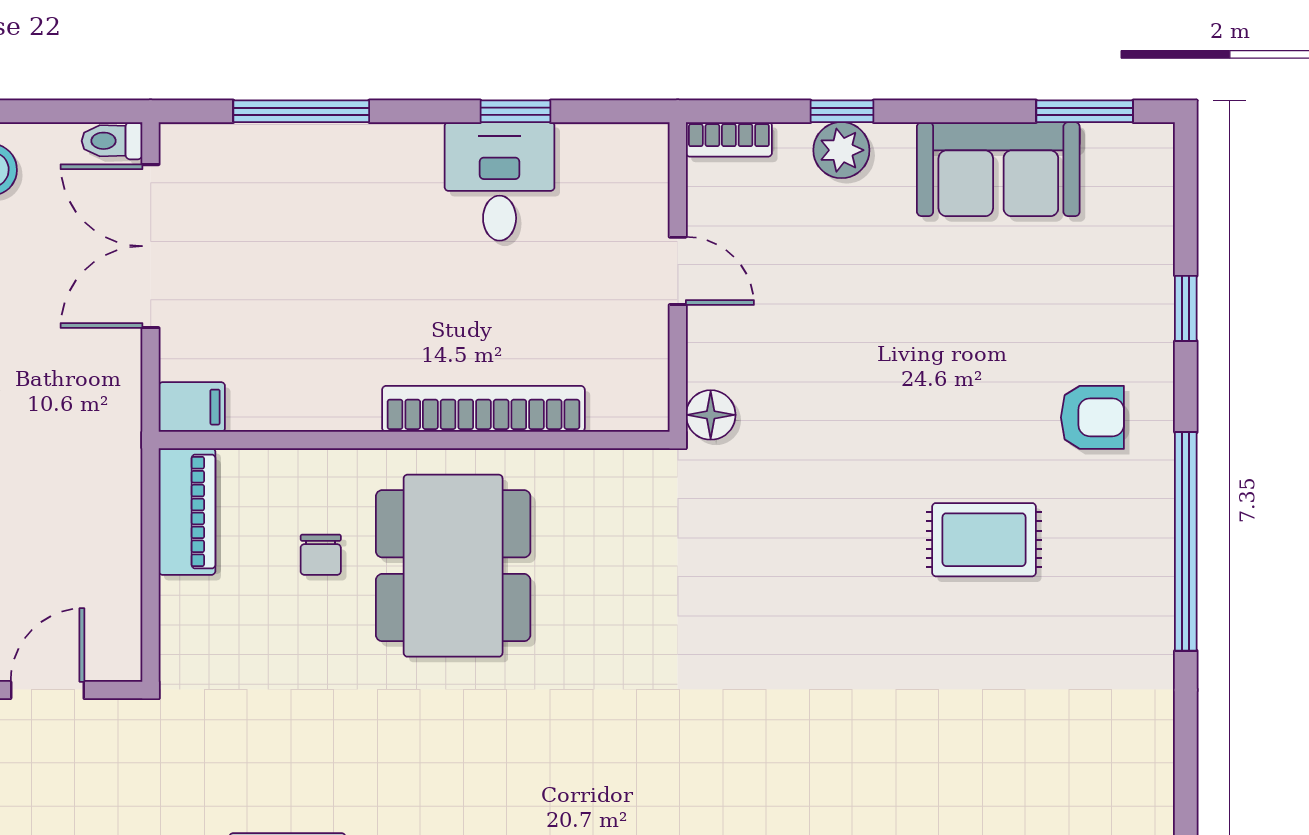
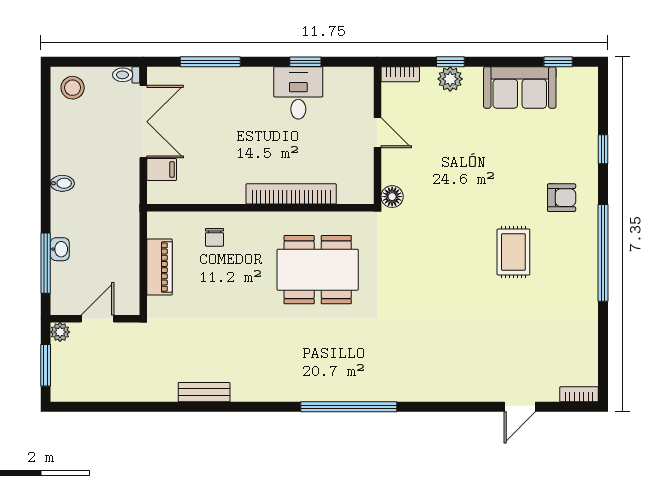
window: (1085, 111) -> (558, 62), width x0.67
double door: (151, 246) -> (143, 122), swing flipped
filing cabinet: (192, 407) -> (162, 170), moved
piano: (187, 511) -> (160, 267), moved
rug: (984, 540) -> (513, 252), turned 90
chair: (321, 555) -> (215, 237), moved
dining table: (453, 566) -> (318, 270), moved, turned 90

